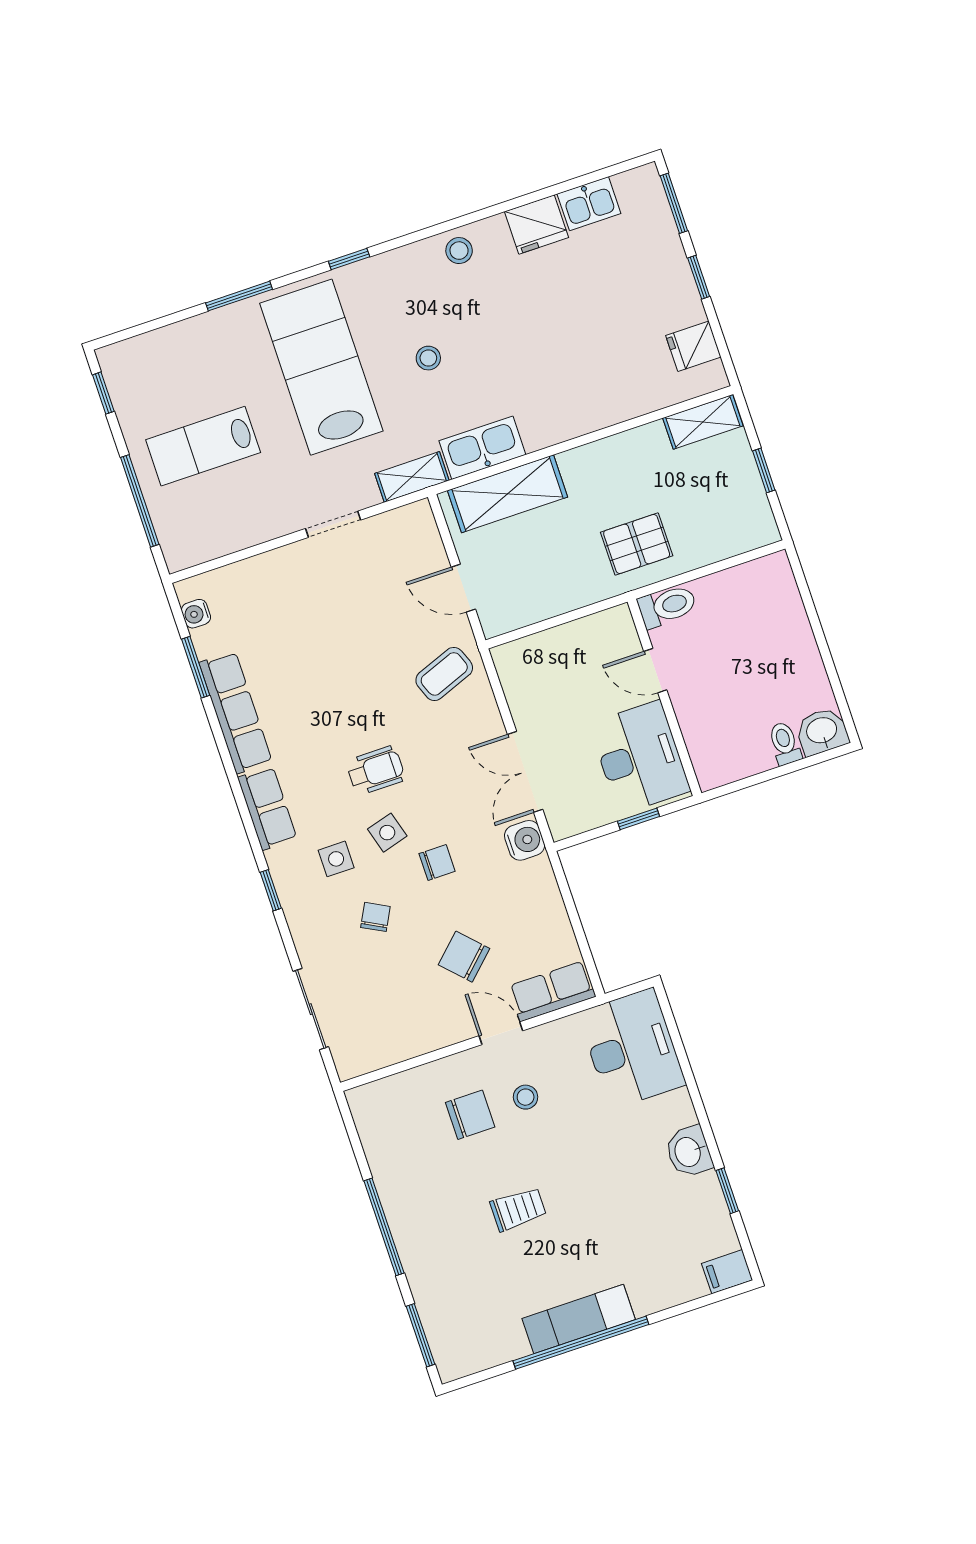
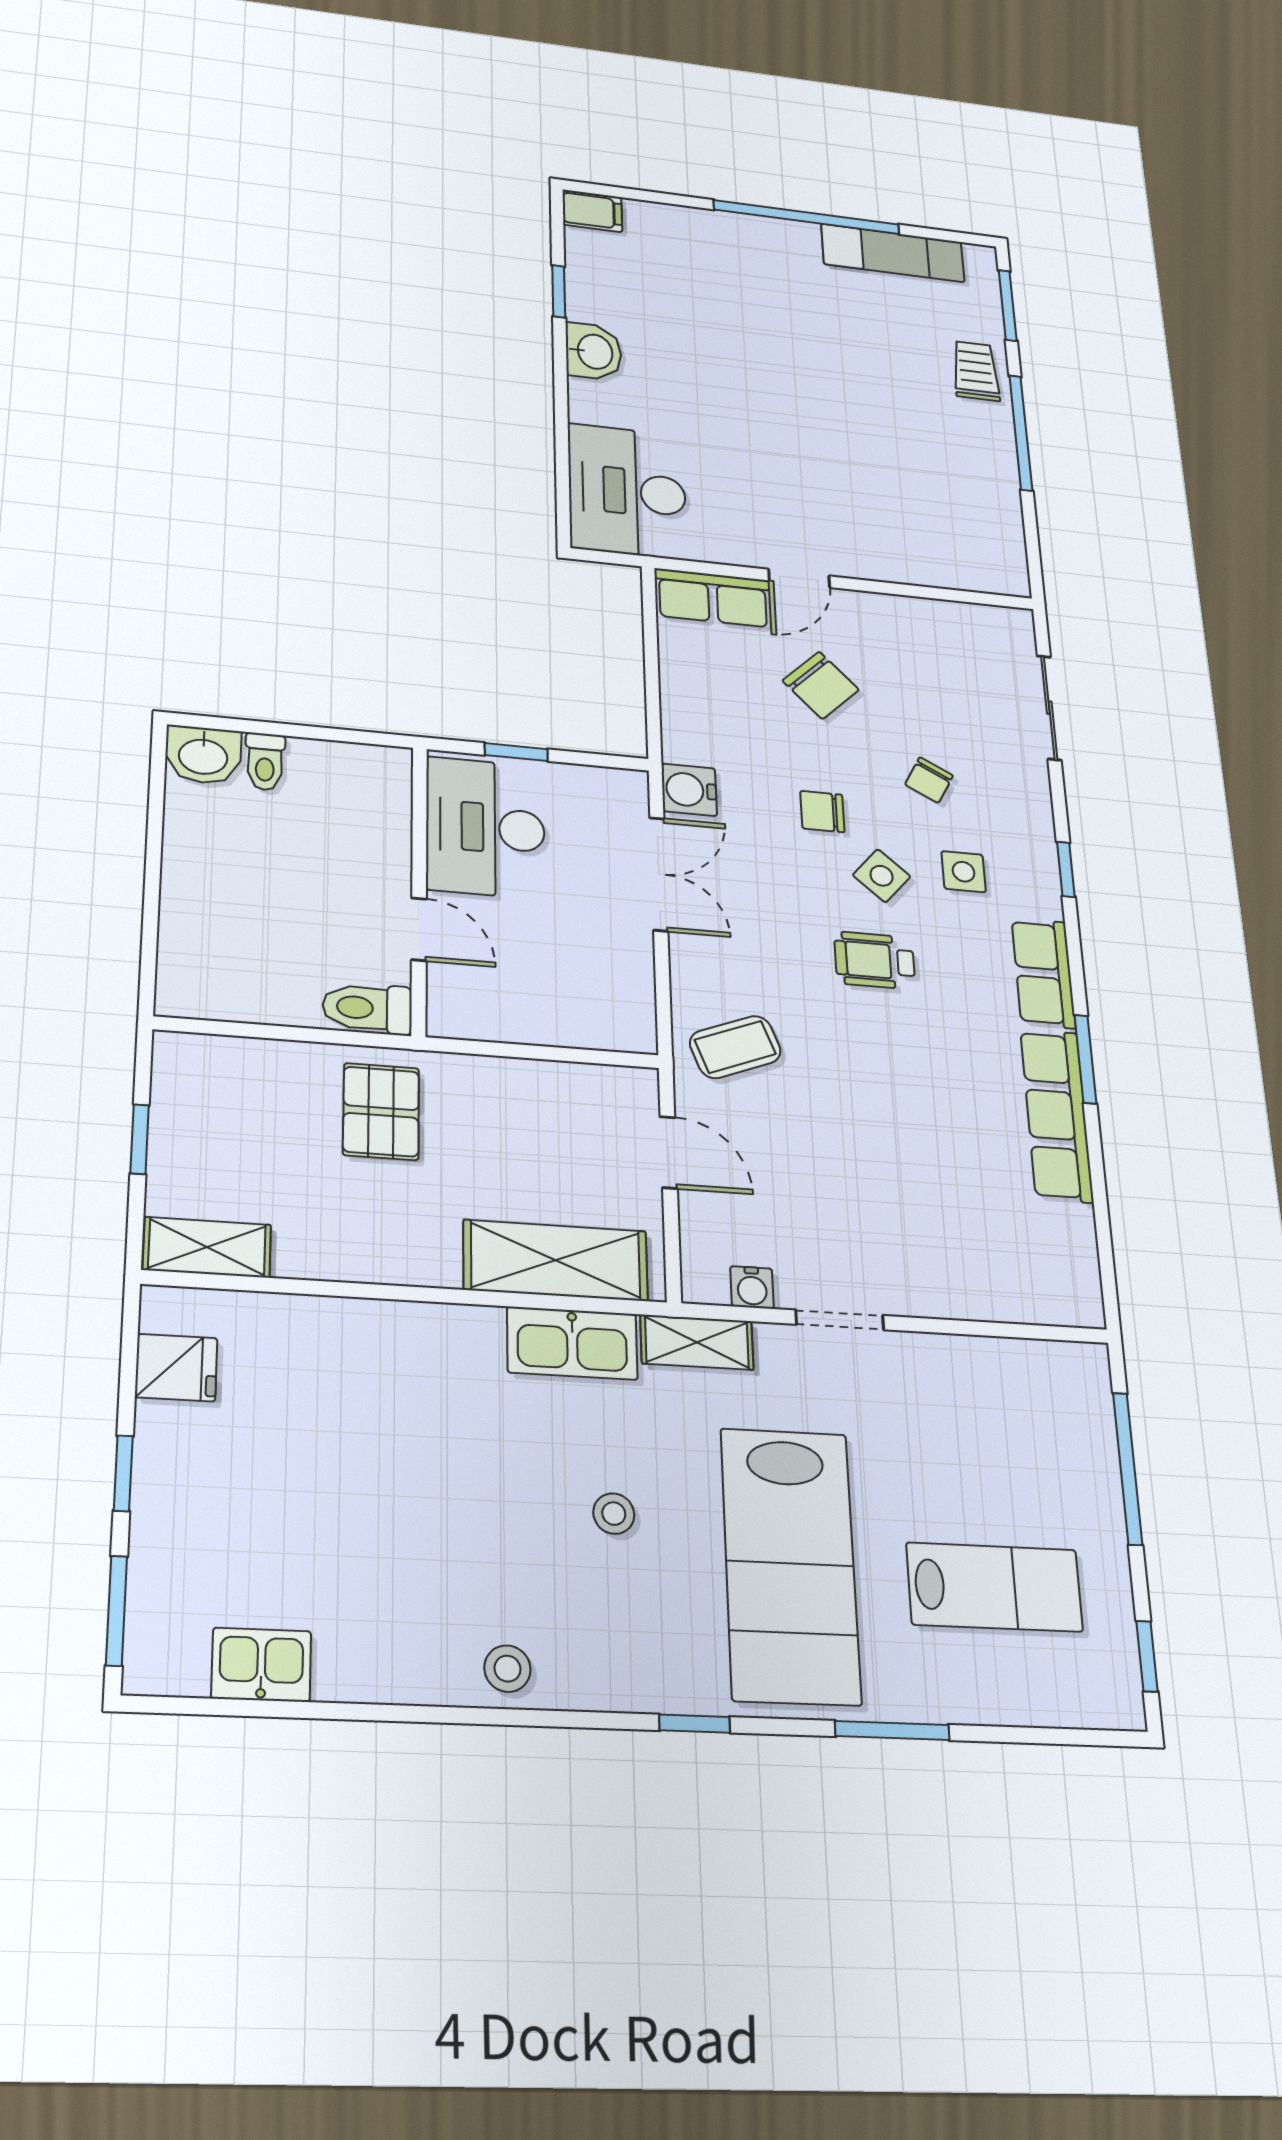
fridge: (537, 224) -> (363, 1663), removed
lab bench: (203, 446) -> (995, 1587), moved
pallet: (637, 544) -> (381, 1112), turned 90
water cooler: (196, 614) -> (752, 1287), moved, turned 90
window: (196, 667) -> (1085, 1059), moved
side table: (387, 833) -> (882, 876), turned -33
door: (501, 1033) -> (799, 578), hinge flipped
stool: (526, 1097) -> (790, 495), removed
chair: (470, 1115) -> (870, 506), removed
trolley: (518, 1209) -> (976, 371), moved, turned 90
exam couch: (579, 1319) -> (893, 253), moved

